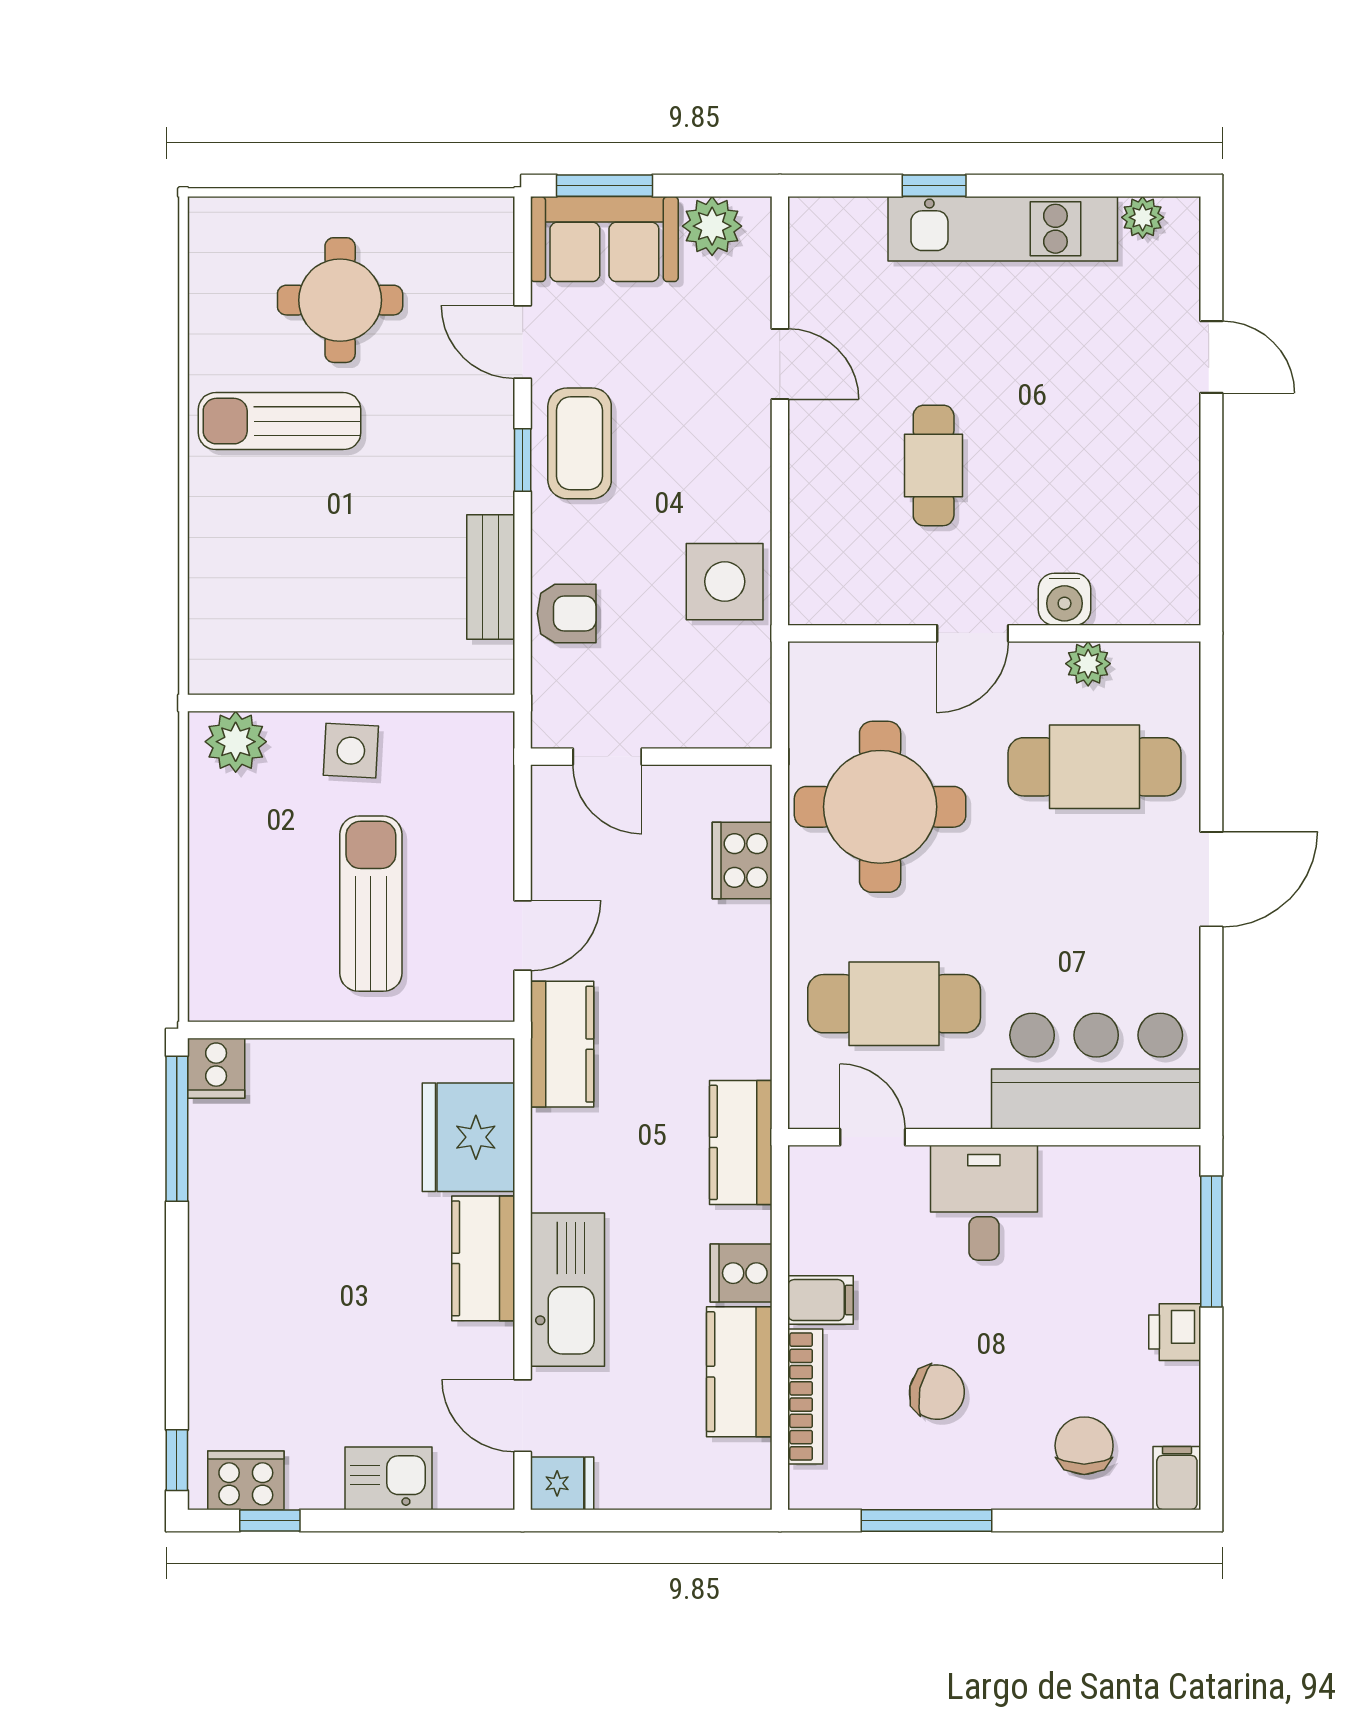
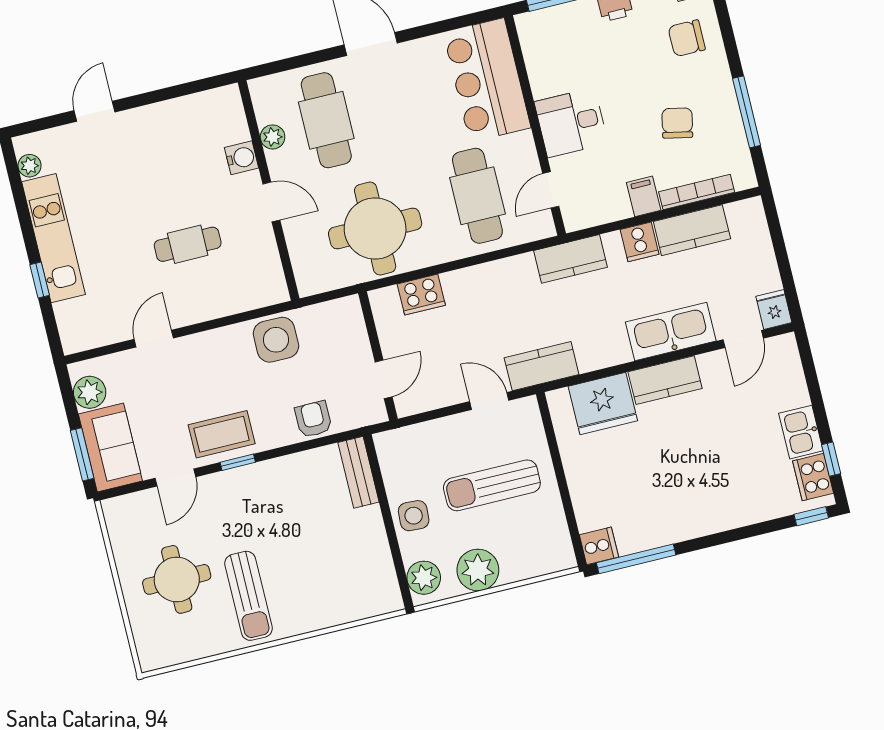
bench: (491, 577) -> (358, 472), moved, turned 90
plant: (226, 842) -> (478, 570), added
kitchen sink: (389, 1478) -> (801, 432), moved

